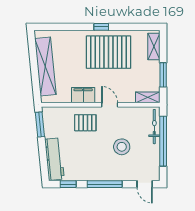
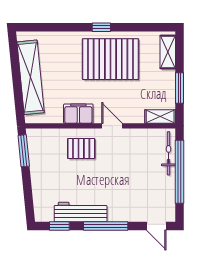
stool: (122, 147) -> (127, 179), removed
workbench: (54, 159) -> (81, 212), moved, turned -84

